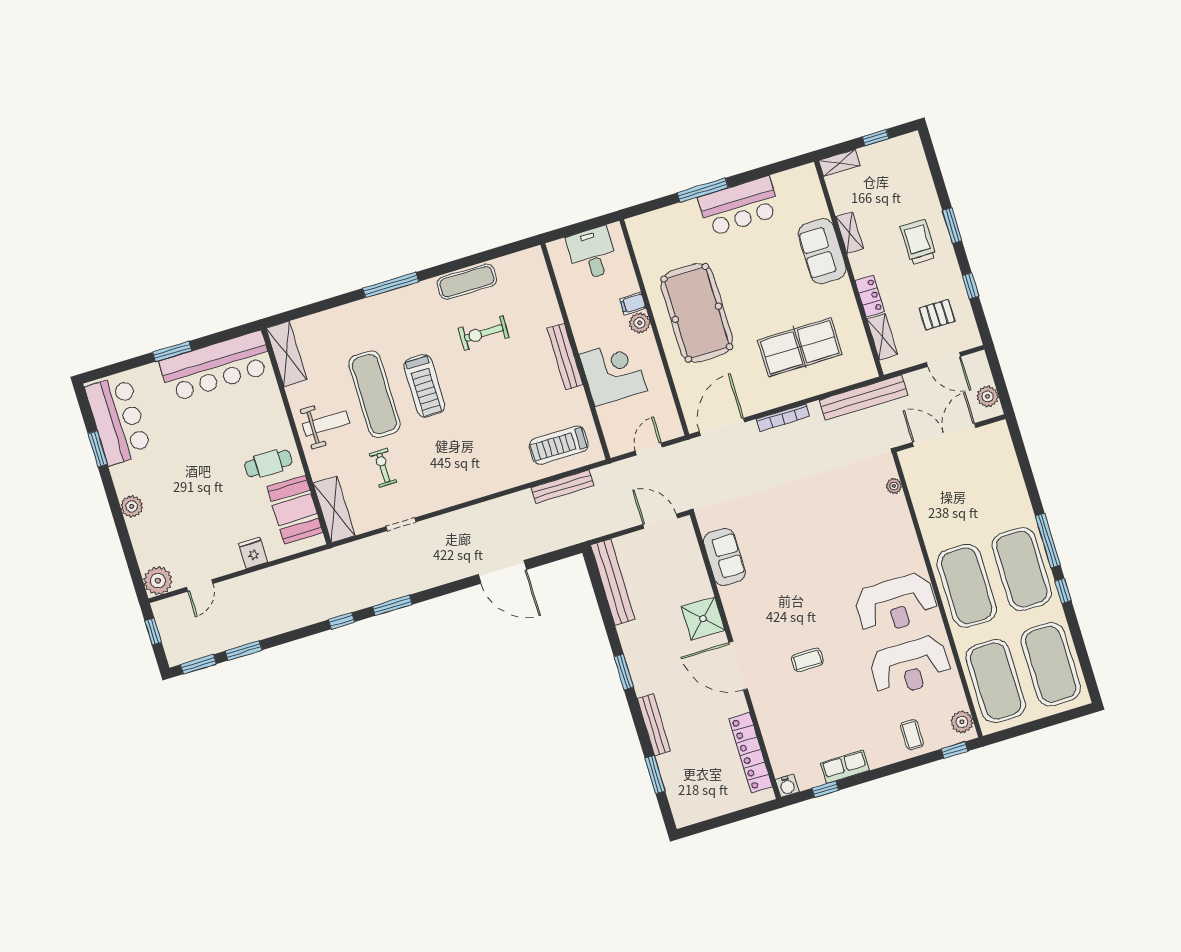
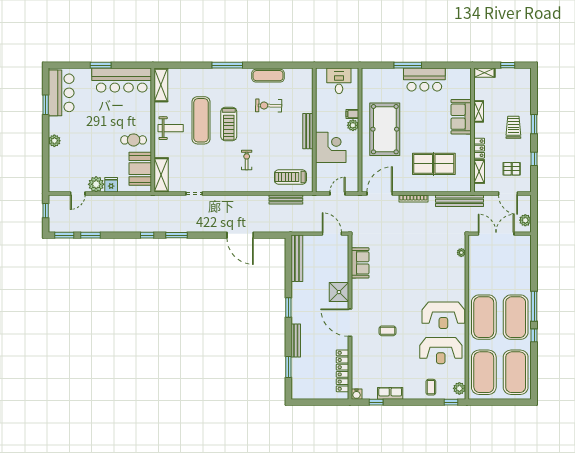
exercise bike: (383, 468) -> (247, 160), moved
plant: (158, 581) -> (96, 184), moved

